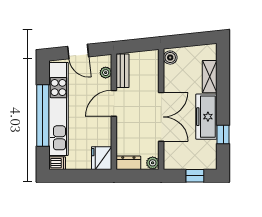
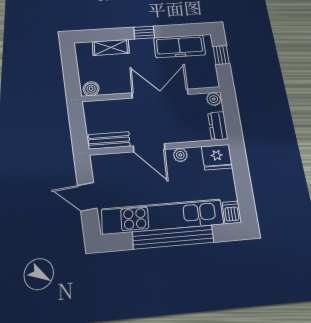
door: (78, 52) -> (87, 197), swing flipped
plant: (106, 73) -> (180, 155), moved
freezer: (206, 117) -> (180, 46), moved
window: (223, 135) -> (144, 33), moved

